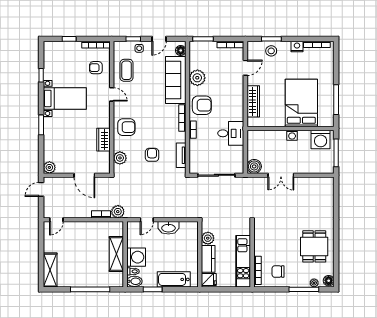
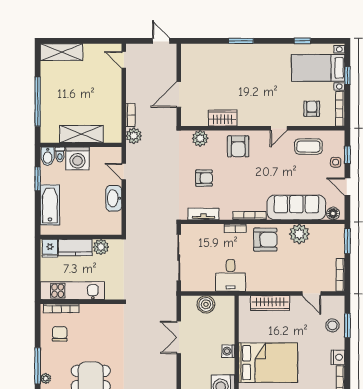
bed with nightstands: (65, 98) -> (318, 68), moved, turned 90
armchair: (202, 105) -> (265, 240), turned -90
boiler: (254, 166) -> (206, 304), moved
plant: (49, 167) -> (188, 51), removed

